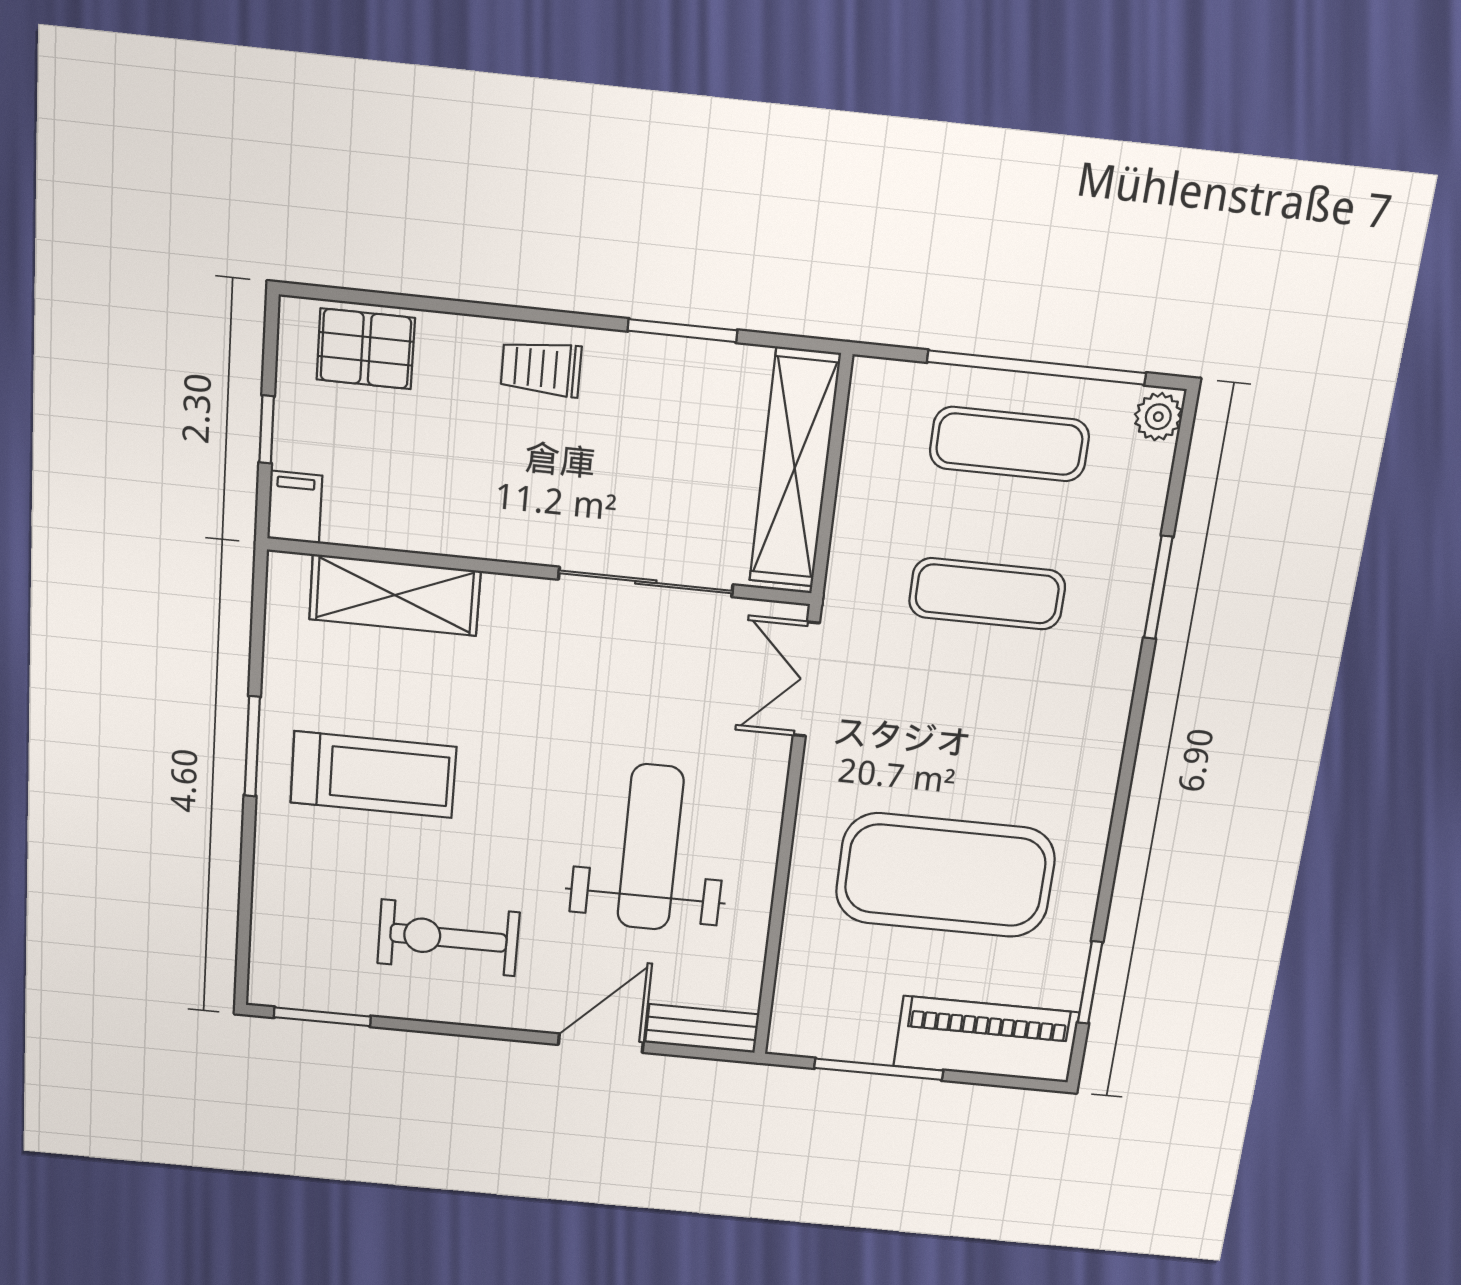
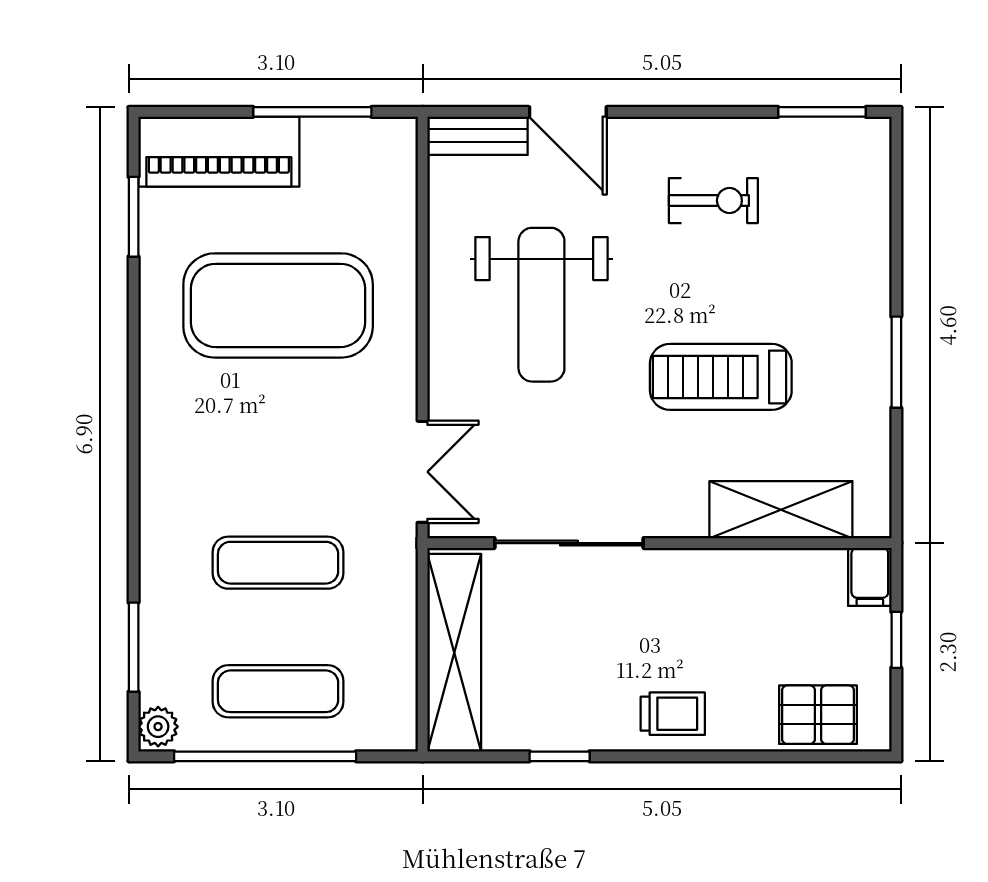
window: (682, 331) -> (560, 756), width x0.67
window: (1158, 587) -> (134, 647), moved
treadmill: (373, 775) -> (721, 377), moved
exercise bike: (448, 938) -> (713, 201), width x0.73, depth x0.72
door: (601, 1043) -> (568, 112), hinge flipped

